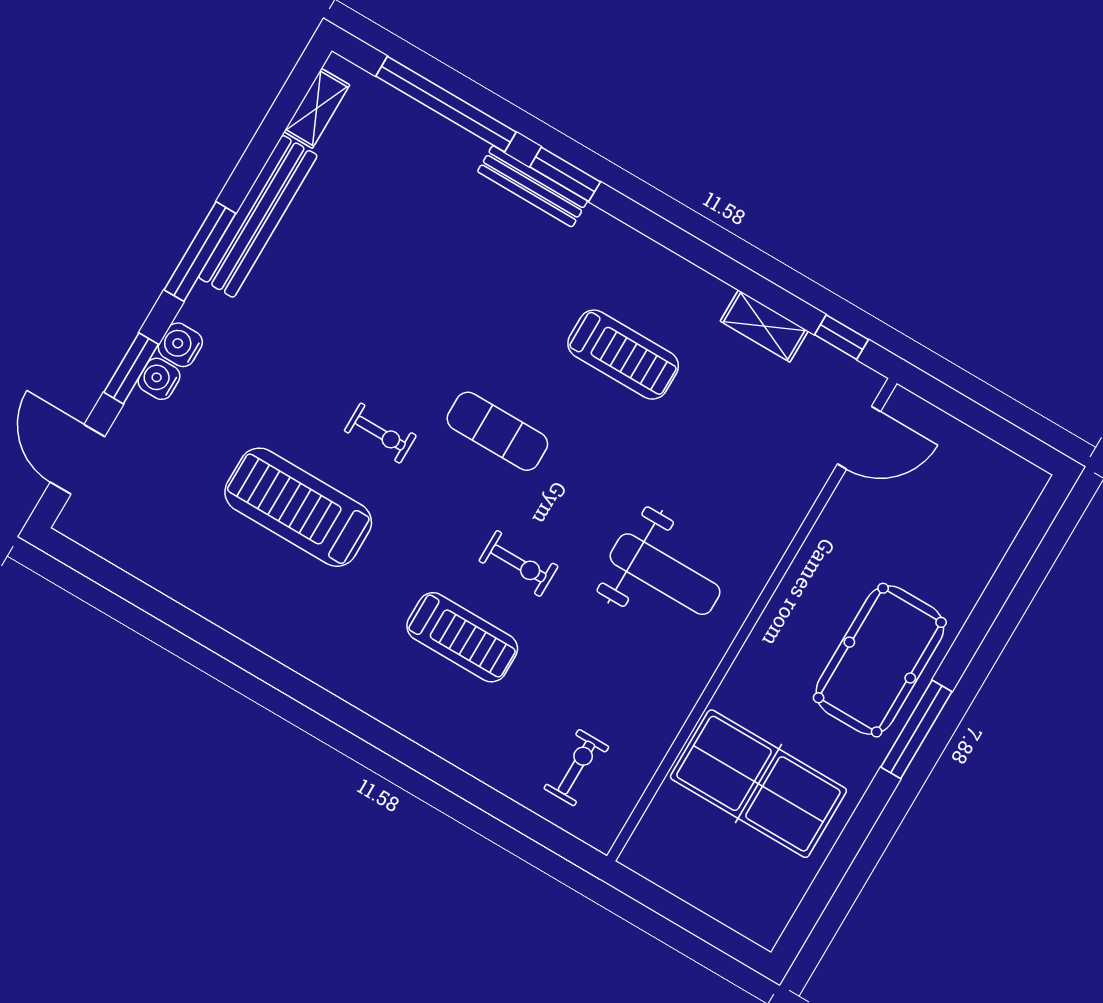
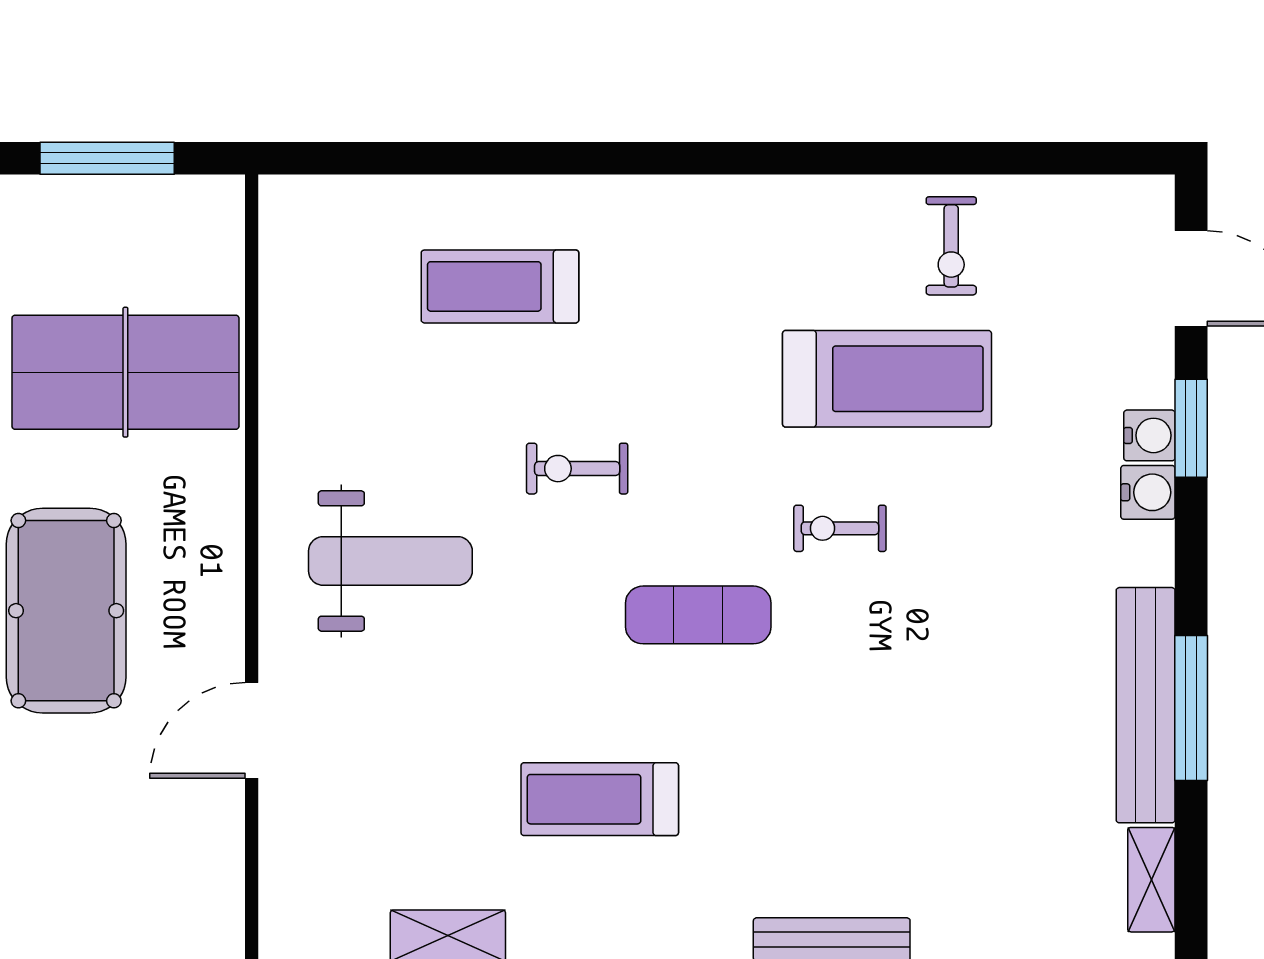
window: (200, 252) -> (1191, 708), moved
door: (859, 438) -> (252, 730), moved
weight bench: (665, 574) -> (390, 561), turned 180
treadmill: (462, 637) -> (500, 286), moved
exercise bike: (576, 768) -> (951, 246), moved
window: (693, 920) -> (107, 158), added

